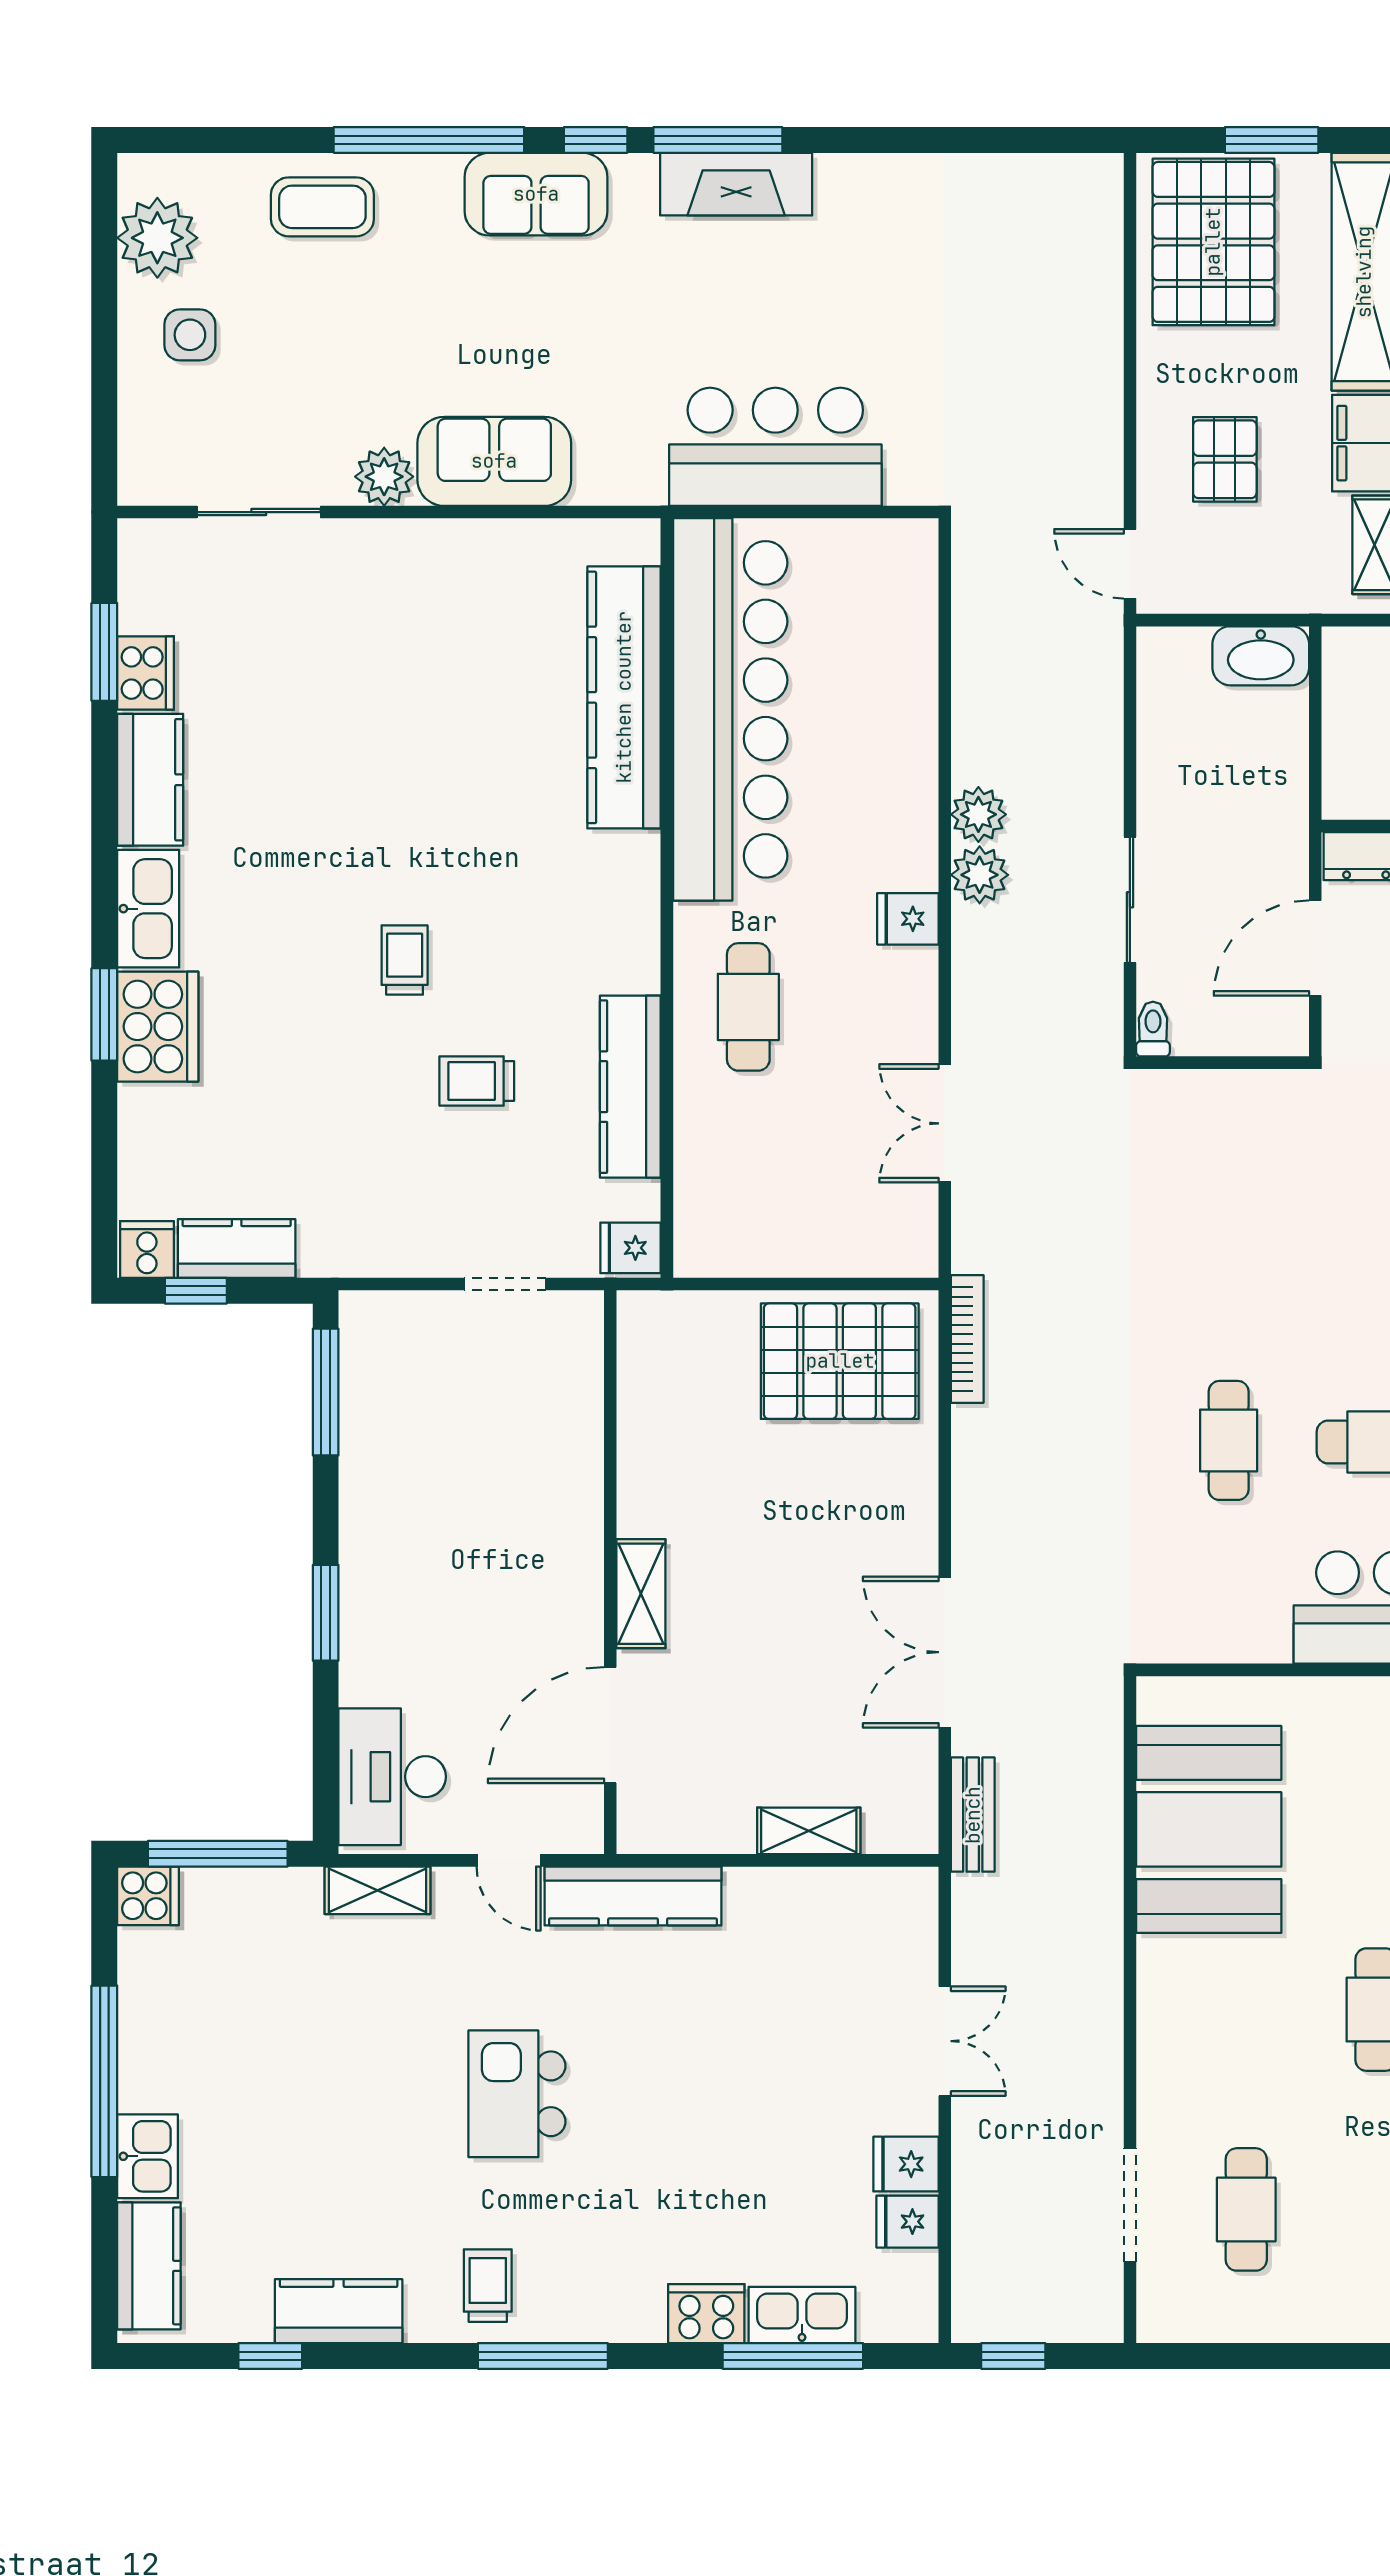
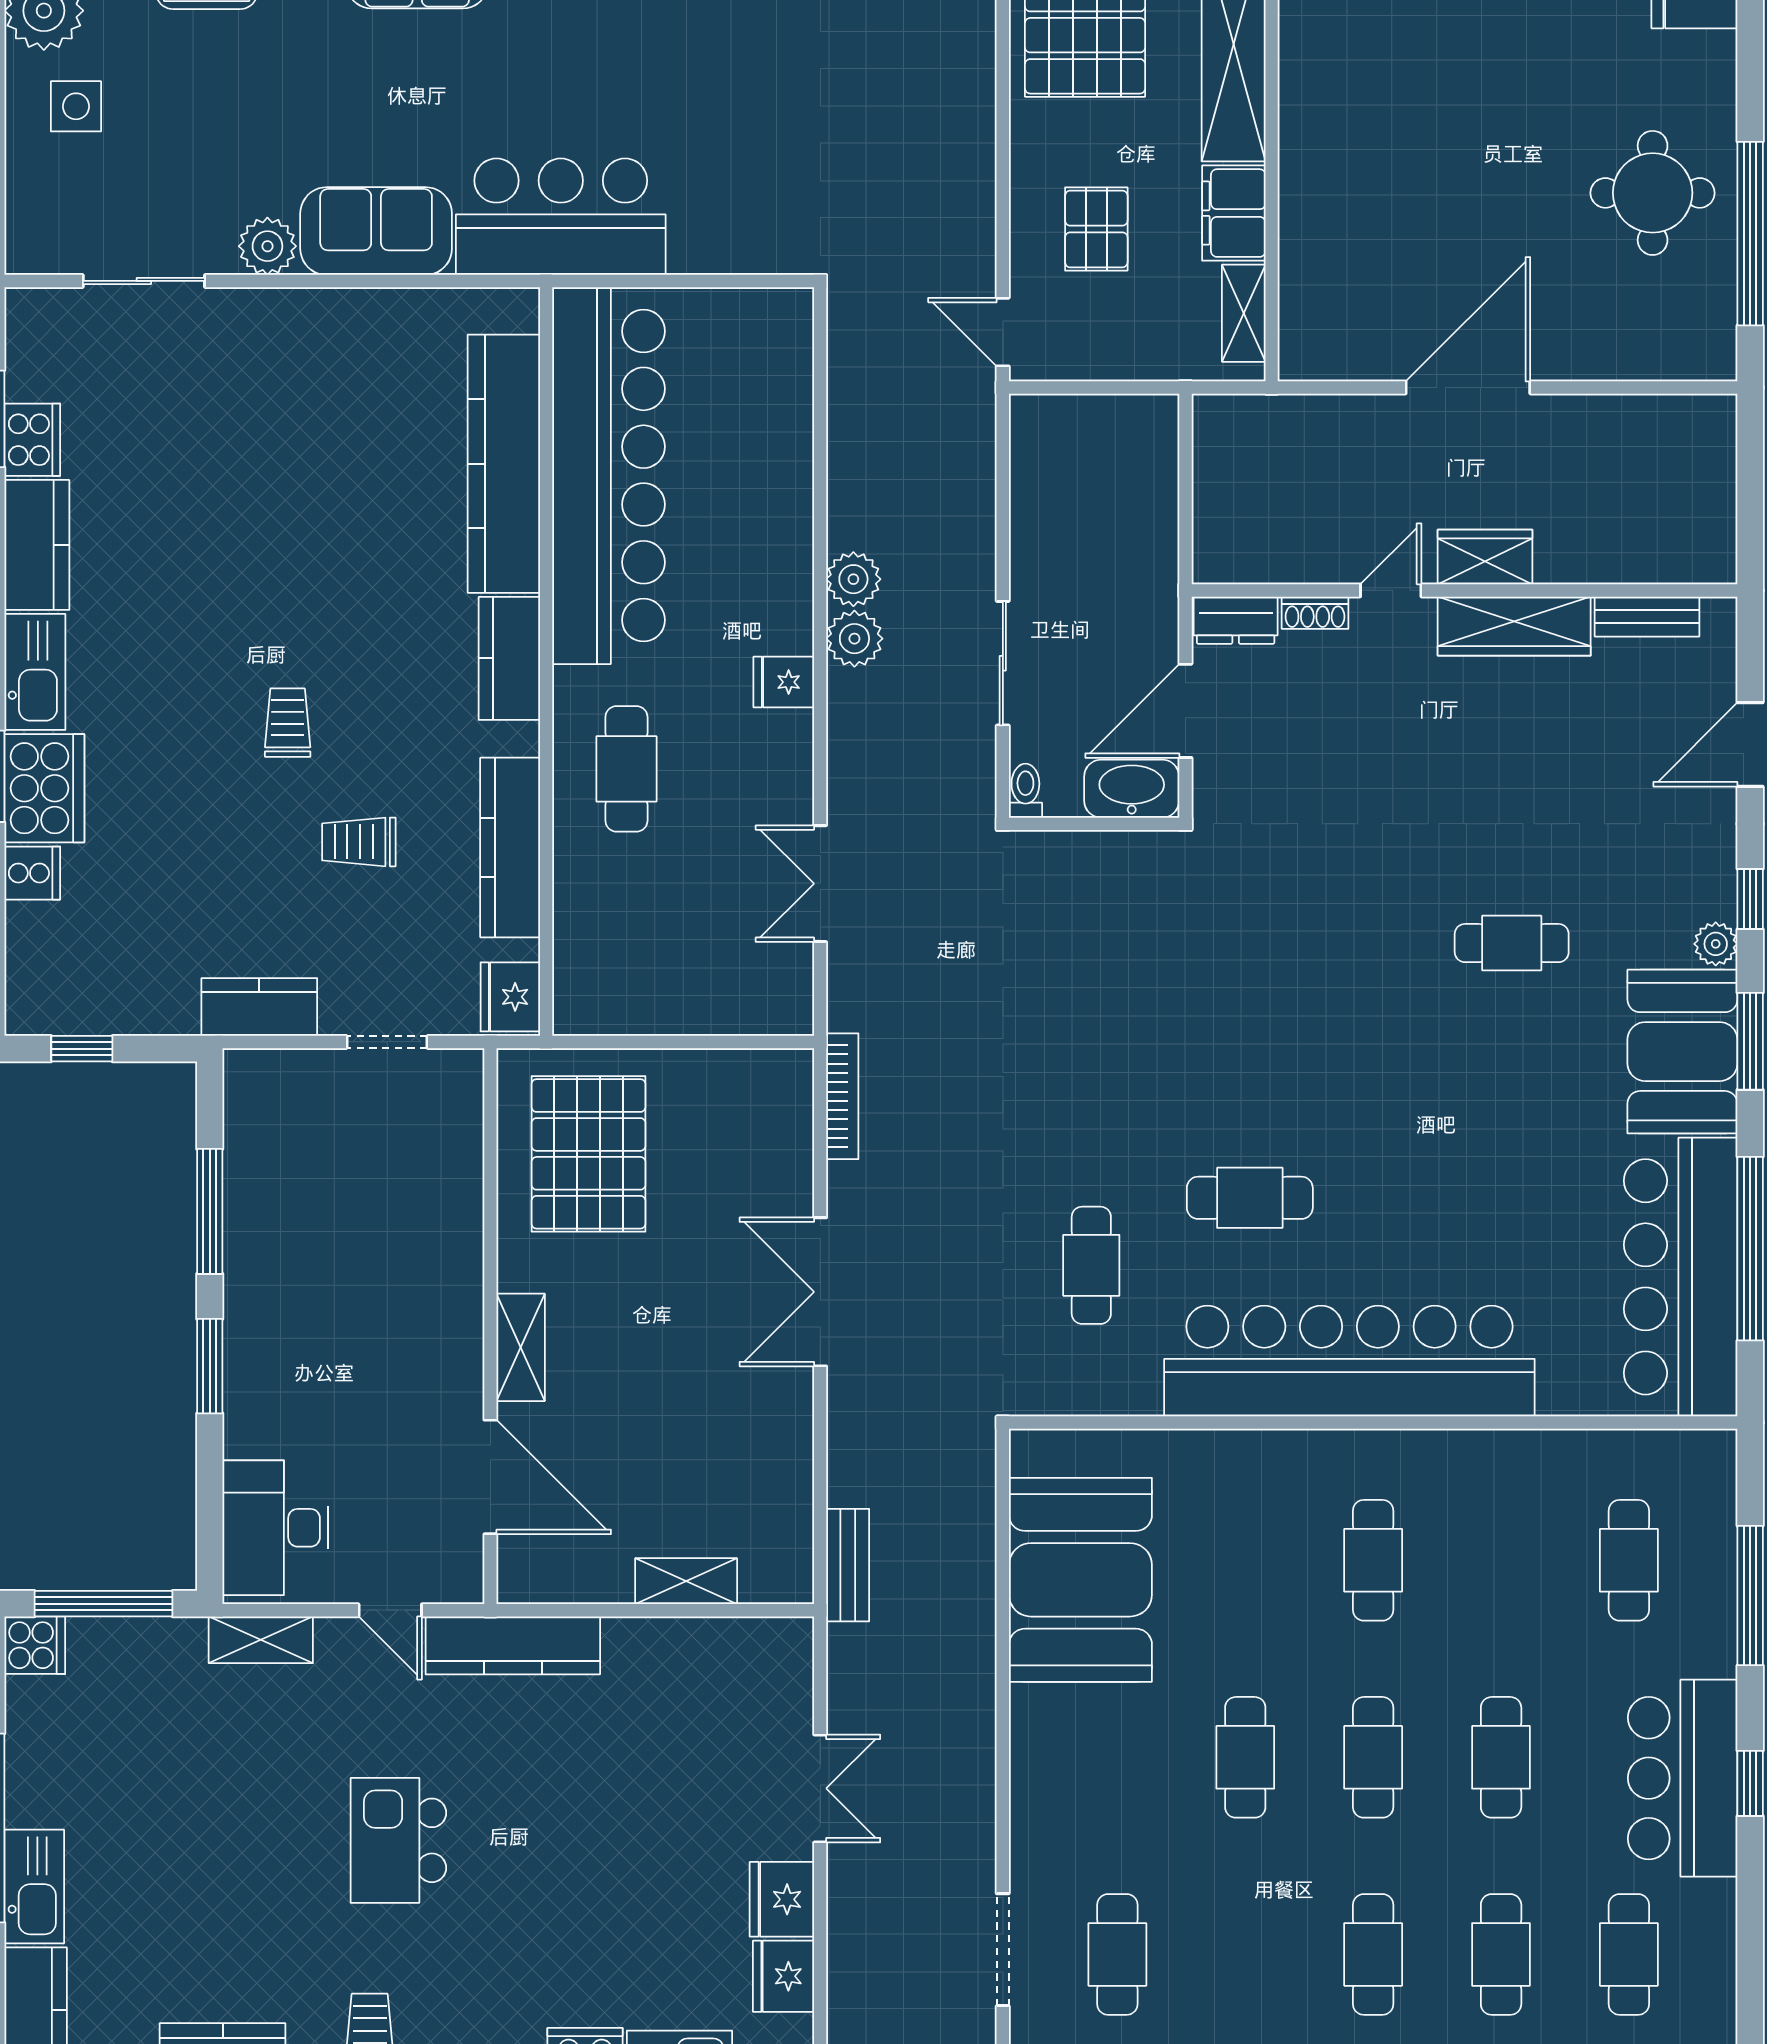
bar counter: (775, 447) -> (561, 217), moved
washbasin: (1261, 656) -> (1132, 789), moved, turned 180
kitchen counter: (629, 895) -> (509, 658), added
kitchen counter: (237, 1248) -> (259, 1007), moved
fridge: (630, 1248) -> (510, 997), width x1.38
cooker: (147, 1249) -> (32, 873), moved, turned 90
pallet: (840, 1361) -> (588, 1154), moved, turned 90
window: (326, 1392) -> (210, 1211), moved
cafe table: (1229, 1440) -> (1091, 1265), moved
double door: (945, 1652) -> (820, 1292), moved
door: (610, 1725) -> (490, 1477), swing flipped
kitchen sink: (148, 2156) -> (34, 1887), width x1.38
fridge: (906, 2164) -> (782, 1899), width x1.38
fridge: (908, 2222) -> (783, 1976), width x1.38

